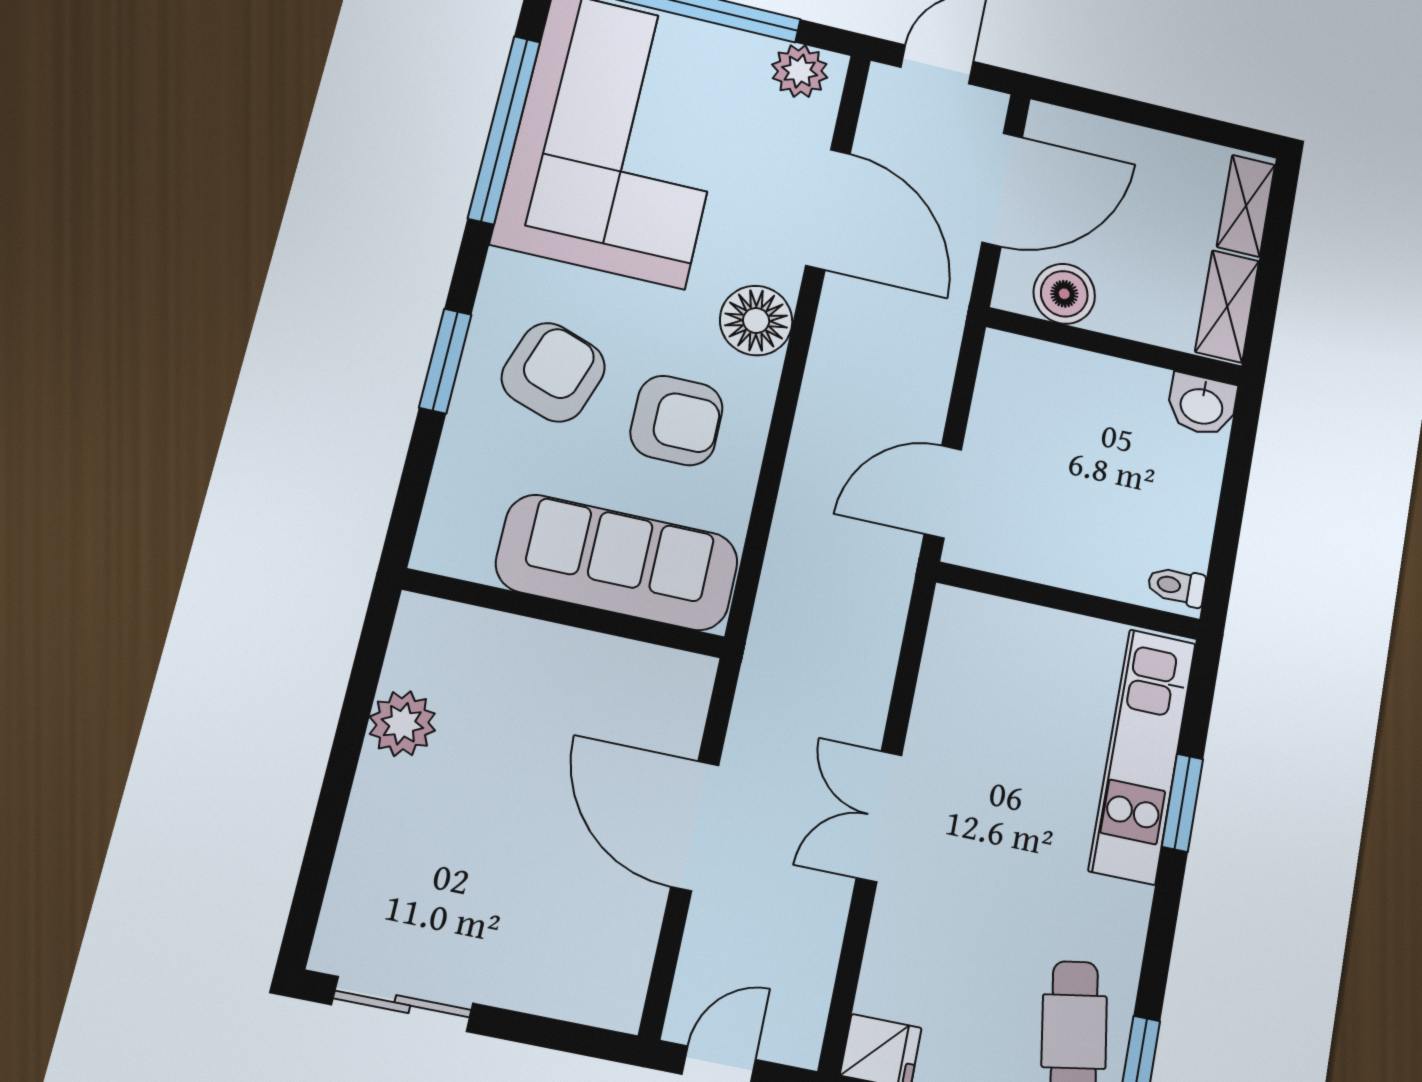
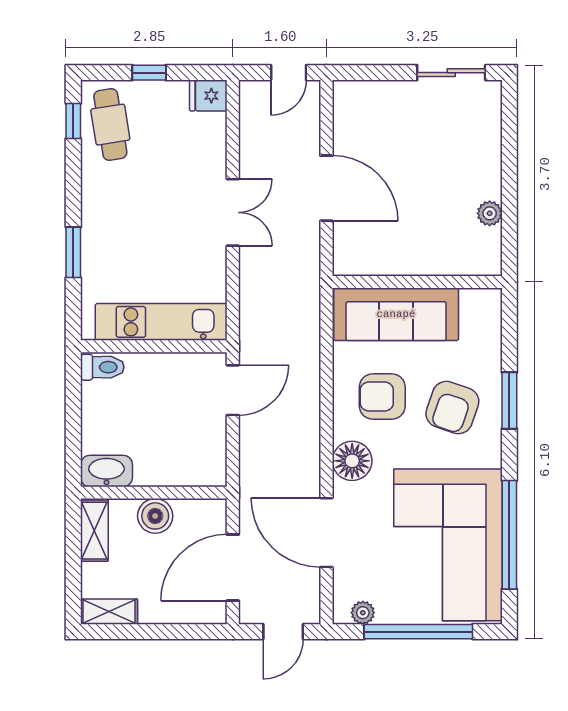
plant: (800, 71) -> (363, 613), width x0.73, depth x0.73
shelving: (1246, 206) -> (109, 612), moved, turned 90
boiler: (1064, 294) -> (155, 516), moved
washbasin: (1202, 405) -> (106, 471), width x1.38
toilet: (1177, 586) -> (102, 367), width x1.37, depth x1.39
plant: (402, 724) -> (490, 213), width x0.73, depth x0.73
kitchen unit: (1142, 756) -> (161, 322), moved, turned -90

